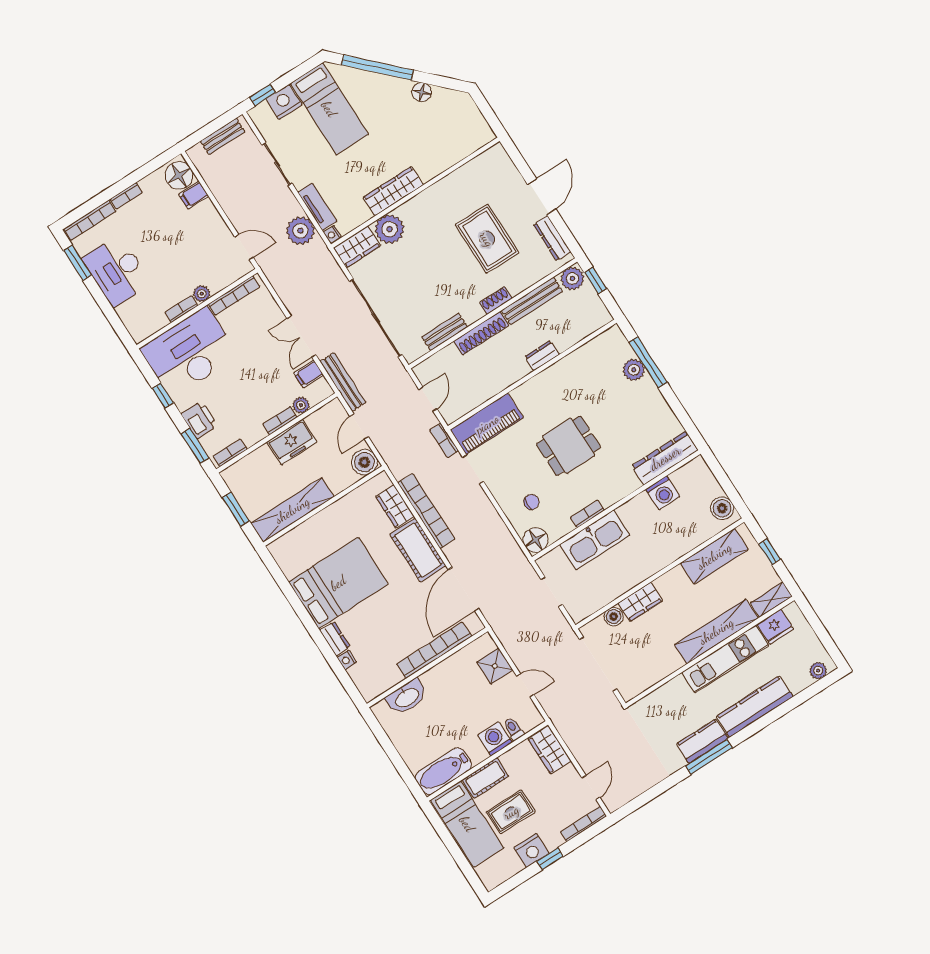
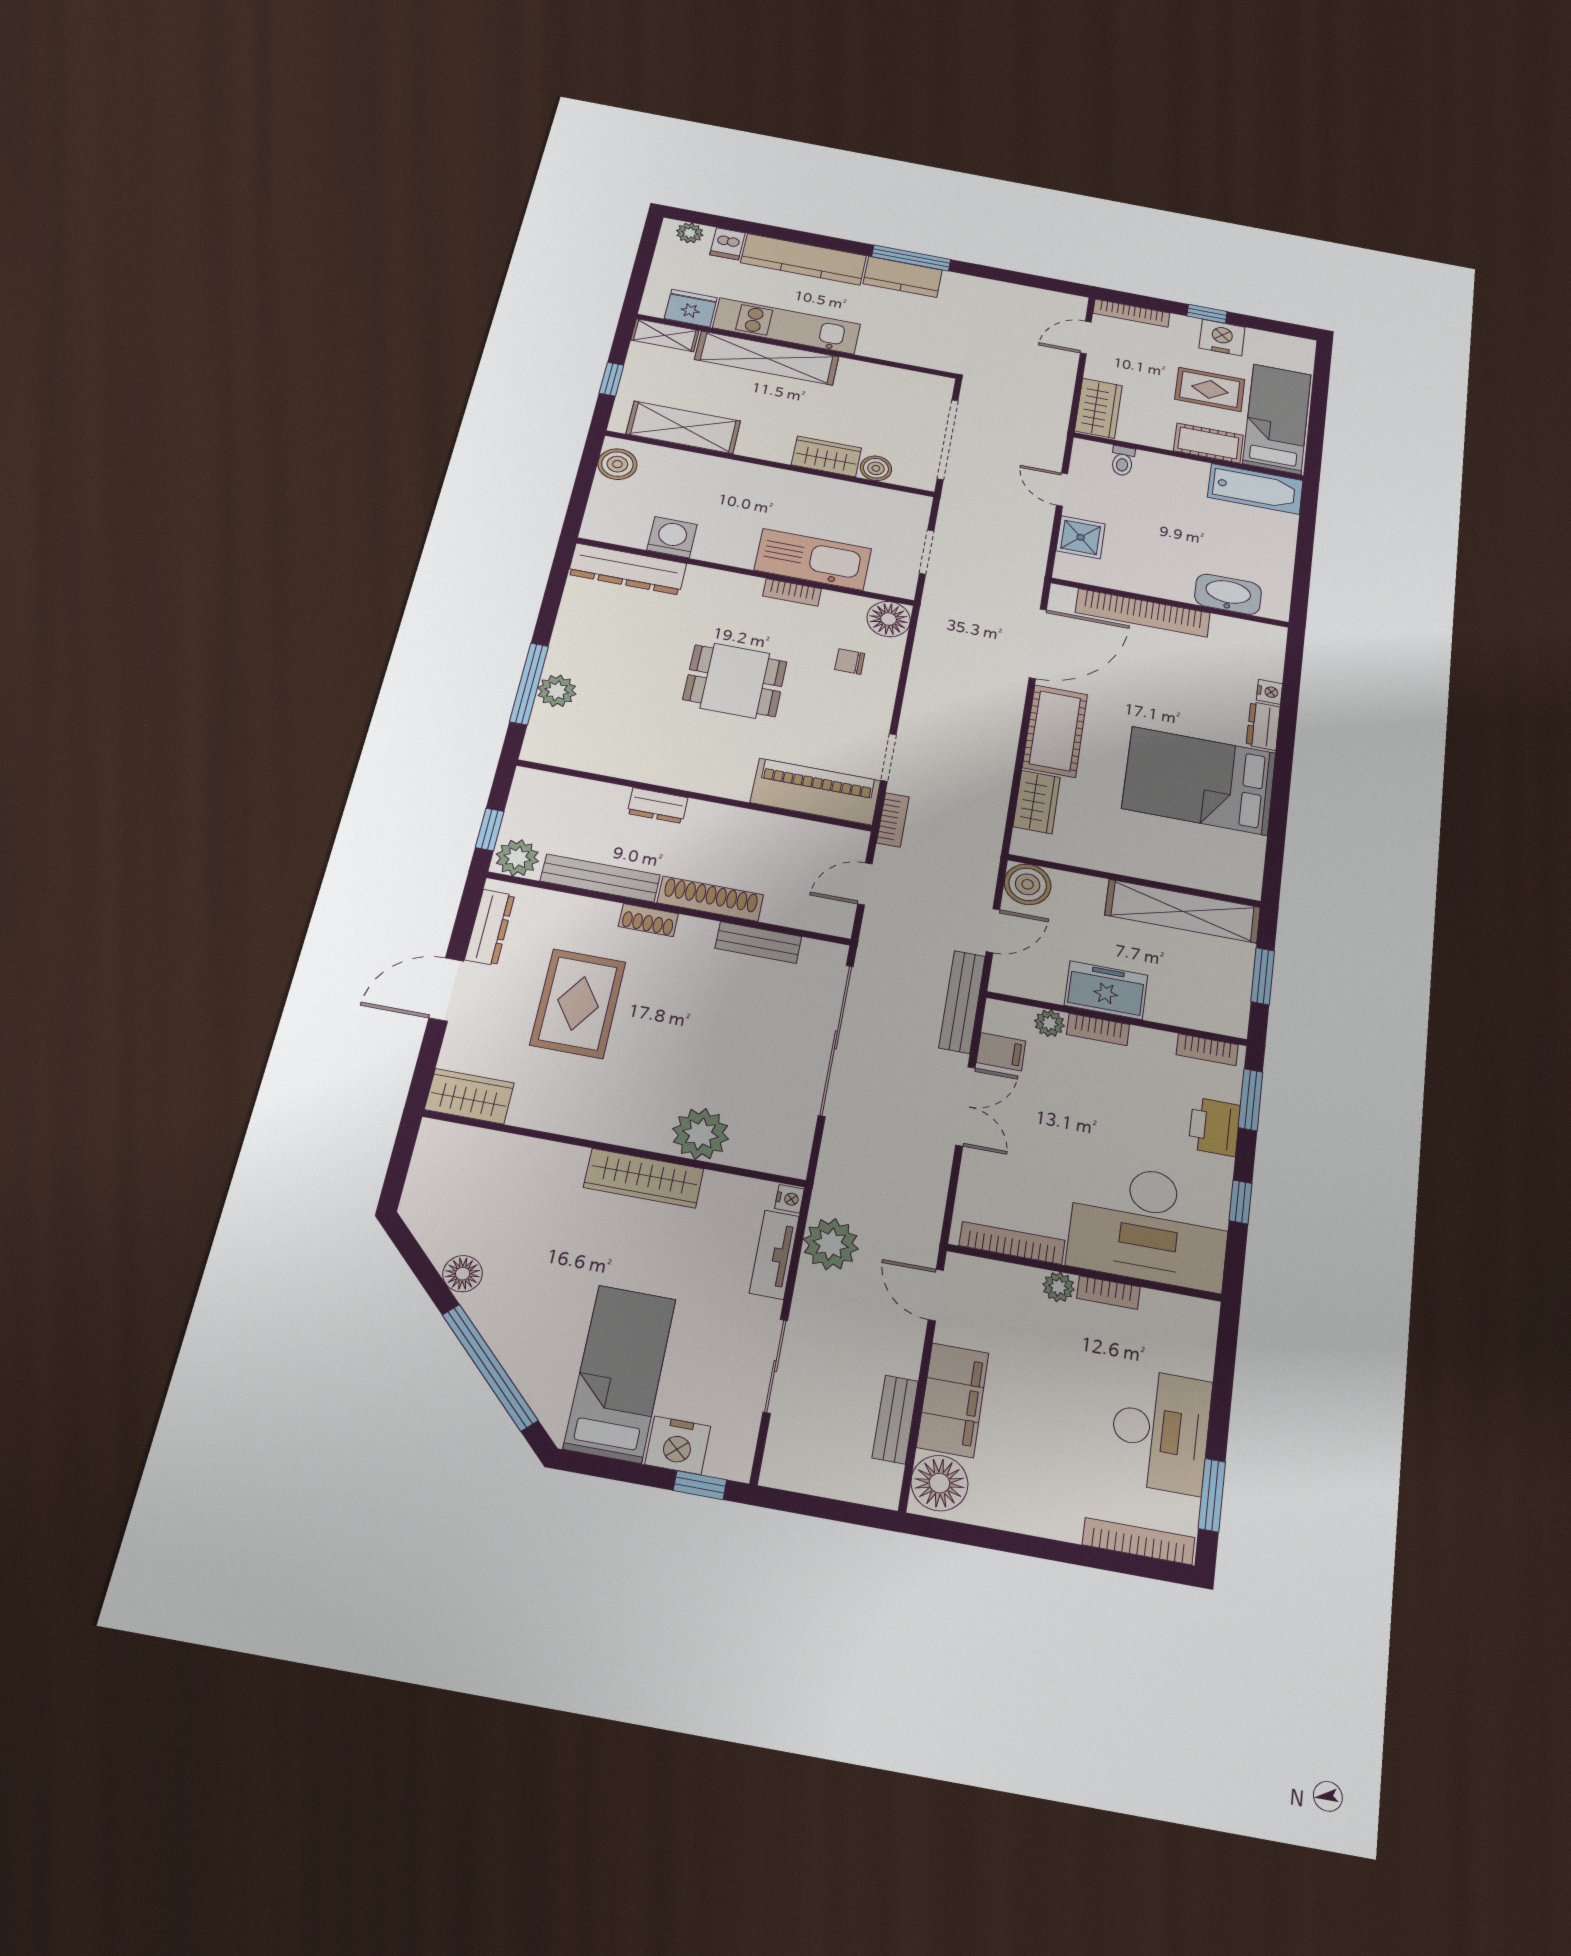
bench: (223, 136) -> (895, 1419), moved, turned 90
filing cabinet: (194, 195) -> (953, 1400), width x3.00, depth x1.17
bookcase: (126, 196) -> (1049, 1526), removed
wardrobe: (357, 247) -> (469, 1096), moved
bookcase: (426, 511) -> (999, 763), removed
dishwasher: (796, 681) -> (727, 244), added
washing machine: (495, 739) -> (1156, 469), removed

